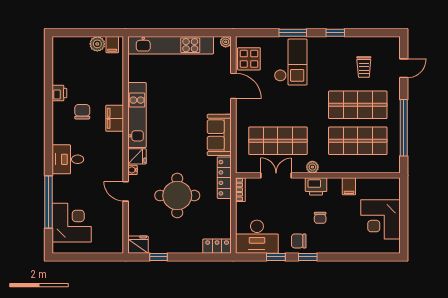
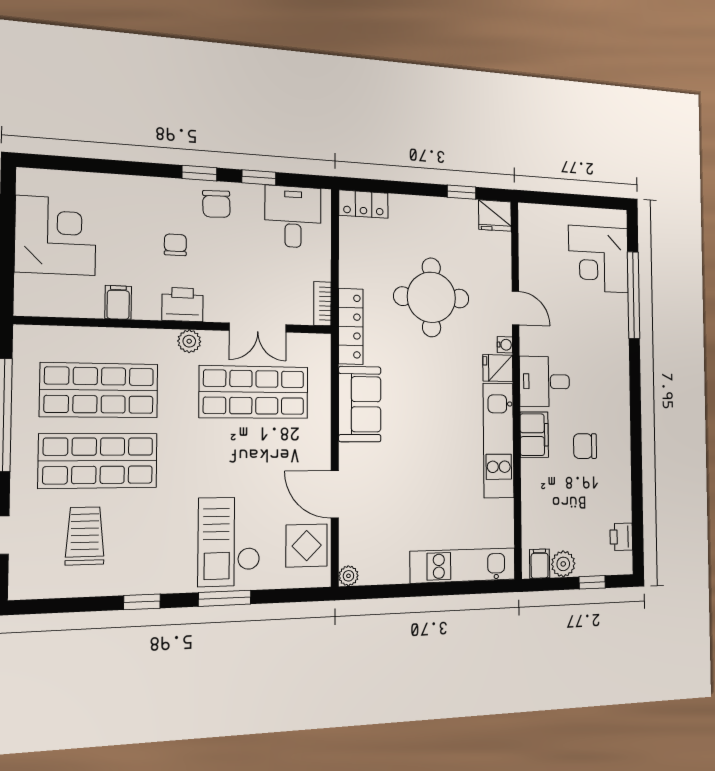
window: (79, 33) -> (592, 582), added
kitchen unit: (171, 45) -> (463, 565), width x0.73
trolley: (364, 67) -> (85, 536), width x1.36, depth x1.39
printer: (59, 93) -> (621, 537), moved
chair: (82, 112) -> (585, 446), turned 90
desk: (68, 159) -> (545, 382), moved, turned 180
desk: (257, 237) -> (293, 217), width x0.73
chair: (299, 241) -> (216, 204), turned 88

